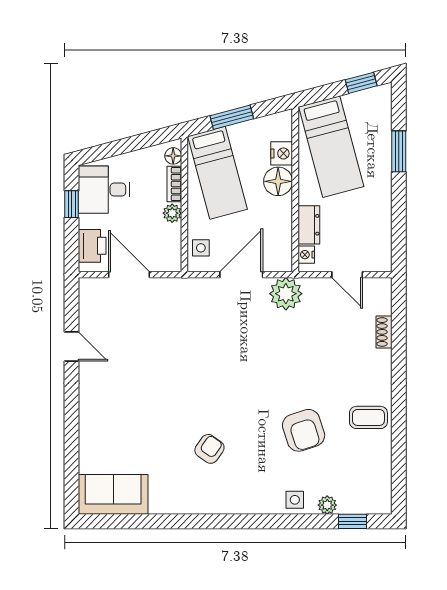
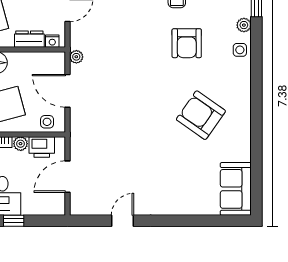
printer: (92, 246) -> (42, 147), moved, turned 180
plant: (286, 294) -> (76, 57), width x0.53, depth x0.53
armchair: (304, 430) -> (187, 43), turned 108
armchair: (209, 449) -> (201, 115), width x1.88, depth x1.88

